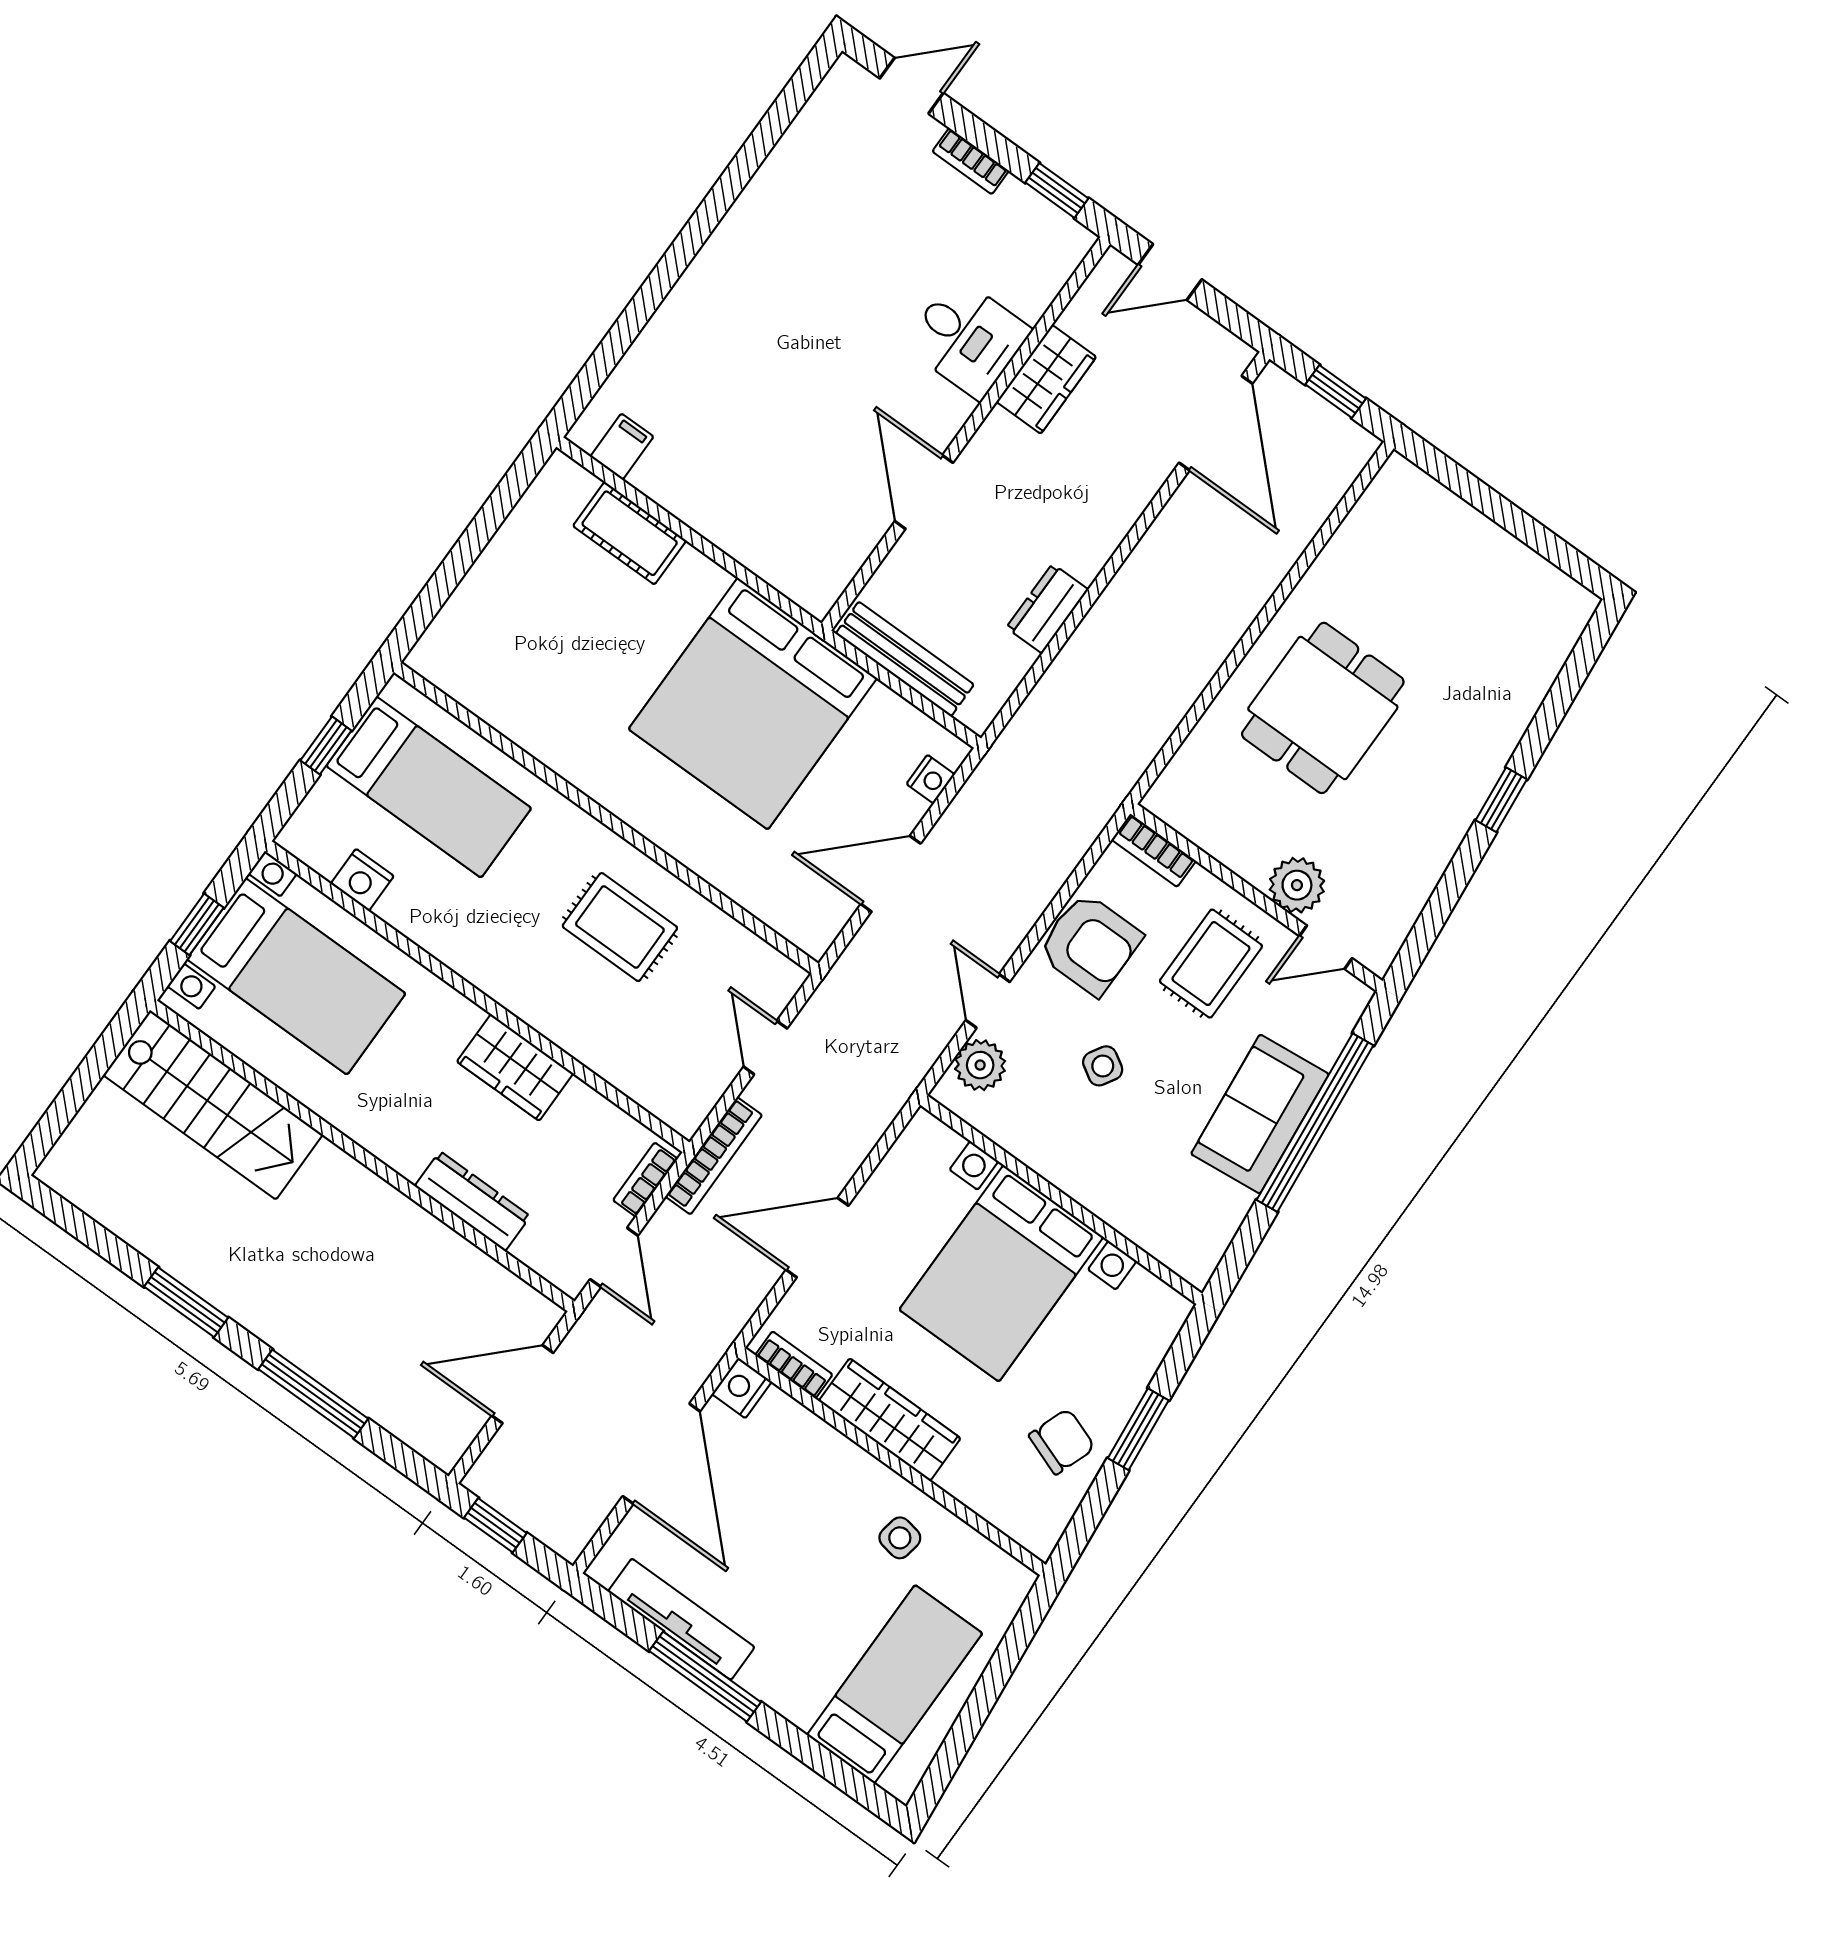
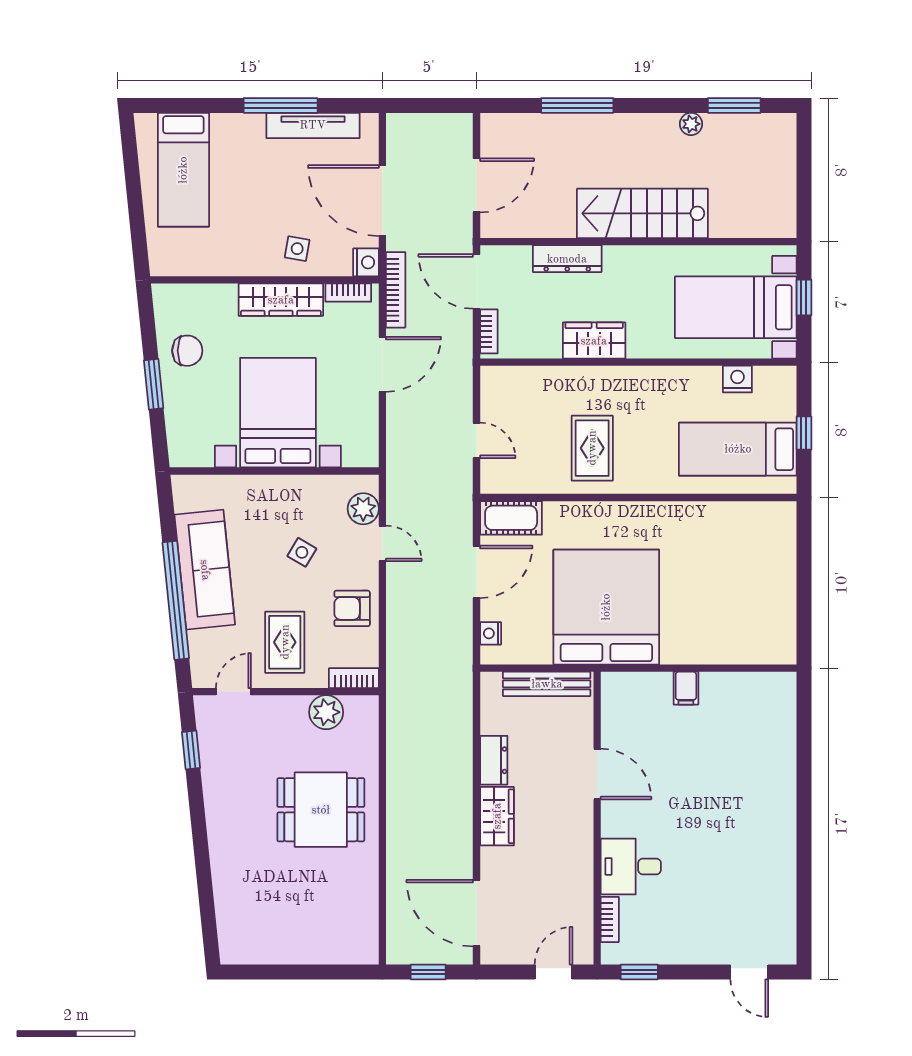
door: (912, 86) -> (749, 972), hinge flipped
bookcase: (971, 161) -> (610, 919), moved, turned 90
wardrobe: (1046, 379) -> (497, 816), moved, turned 180
filing cabinet: (622, 447) -> (686, 688), moved
cot: (630, 533) -> (511, 518), moved
dining table: (1323, 708) -> (321, 810), turned 90
window: (1501, 800) -> (191, 750), moved
plant: (1297, 885) -> (326, 712), moved
rug: (620, 927) -> (592, 448), turned 90
armchair: (1090, 944) -> (352, 608), width x0.72, depth x0.72
stairs: (213, 1105) -> (642, 213), moved
sofa: (1260, 1114) -> (205, 570), width x1.36
bookcase: (714, 1156) -> (396, 290), moved, turned 180
door: (614, 1257) -> (477, 281), width x1.37
plant: (181, 1261) -> (691, 124), added
window: (186, 1302) -> (734, 105), moved
chair: (1062, 1442) -> (187, 351), turned -110
window: (495, 1525) -> (439, 105), removed
side table: (900, 1538) -> (297, 249), moved

